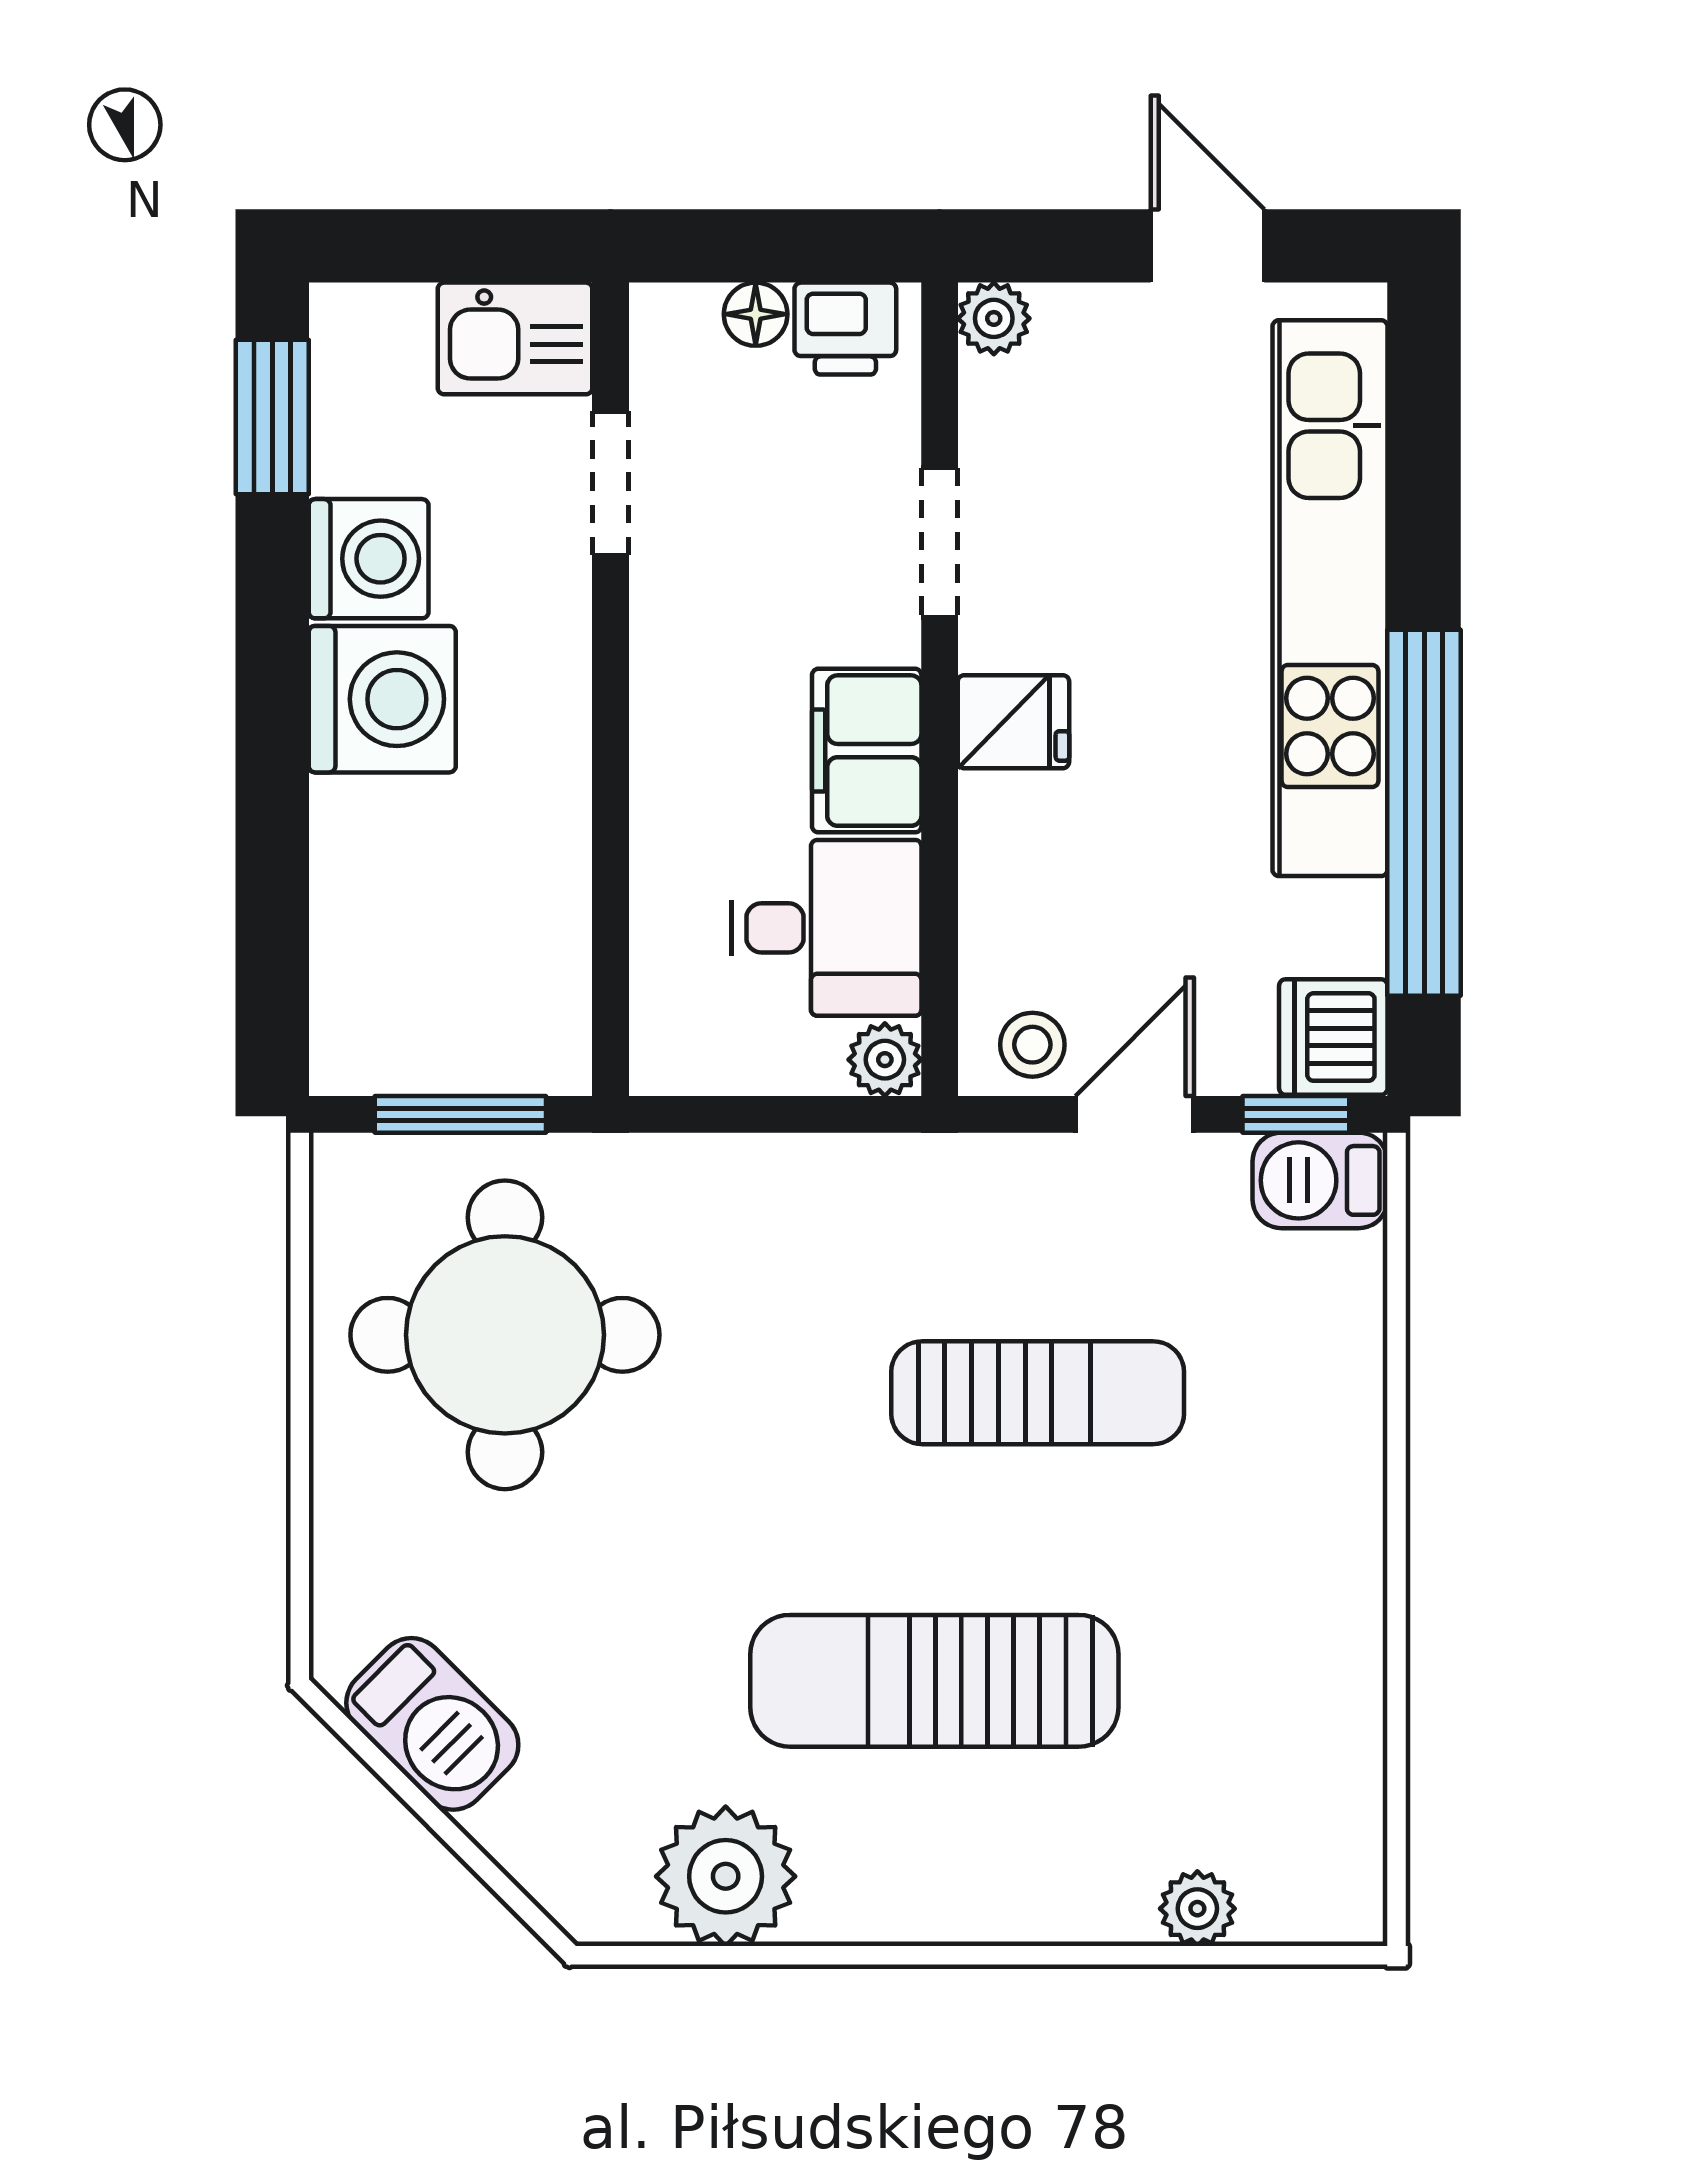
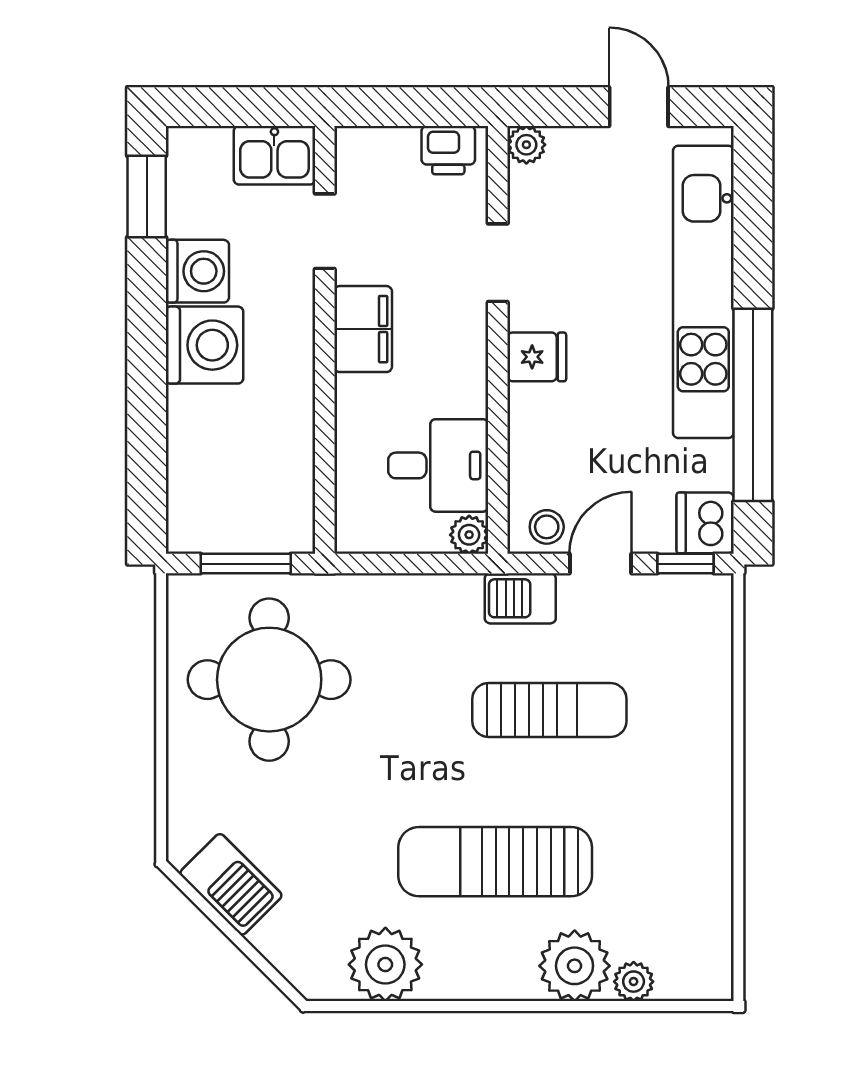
floor lamp: (756, 314) -> (401, 143), removed
filing cabinet: (867, 751) -> (363, 329), moved, turned 180
barbecue: (1320, 1180) -> (520, 598), moved
plant: (1085, 1879) -> (575, 966), added

